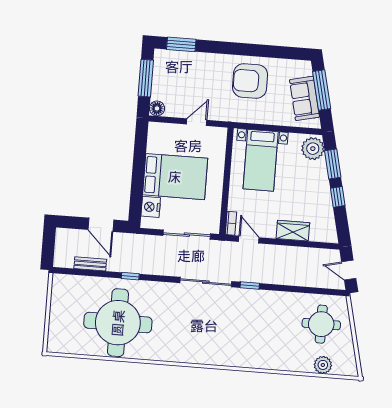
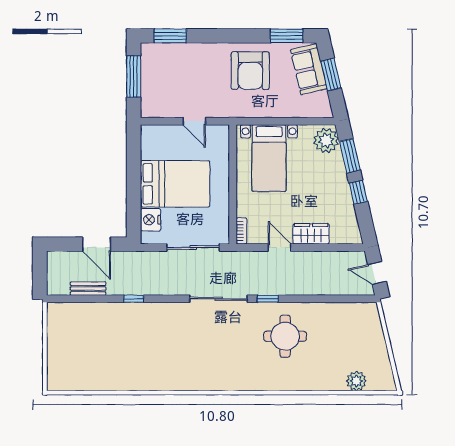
window: (285, 53) -> (287, 36), added
armchair: (250, 81) -> (250, 71), turned -90
window: (322, 90) -> (331, 74), width x0.69
sofa: (305, 98) -> (309, 69), moved
floor lamp: (157, 108) -> (149, 109), removed
door: (197, 122) -> (194, 121), swing flipped
door: (249, 240) -> (279, 248), moved
round table: (118, 323) -> (124, 352), removed
round table: (321, 324) -> (285, 336), moved

